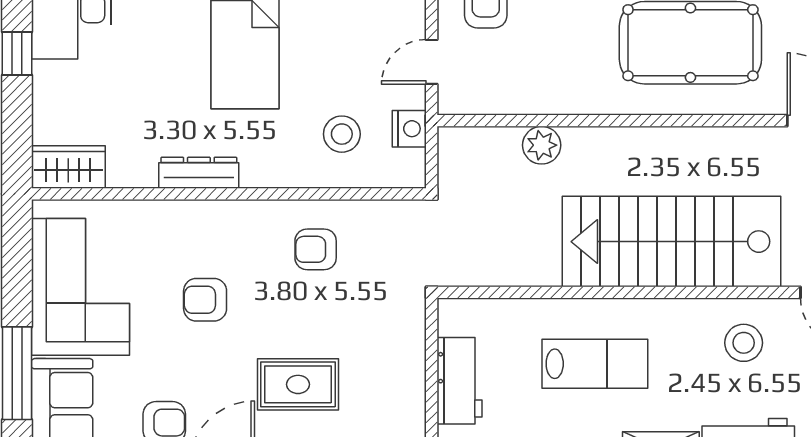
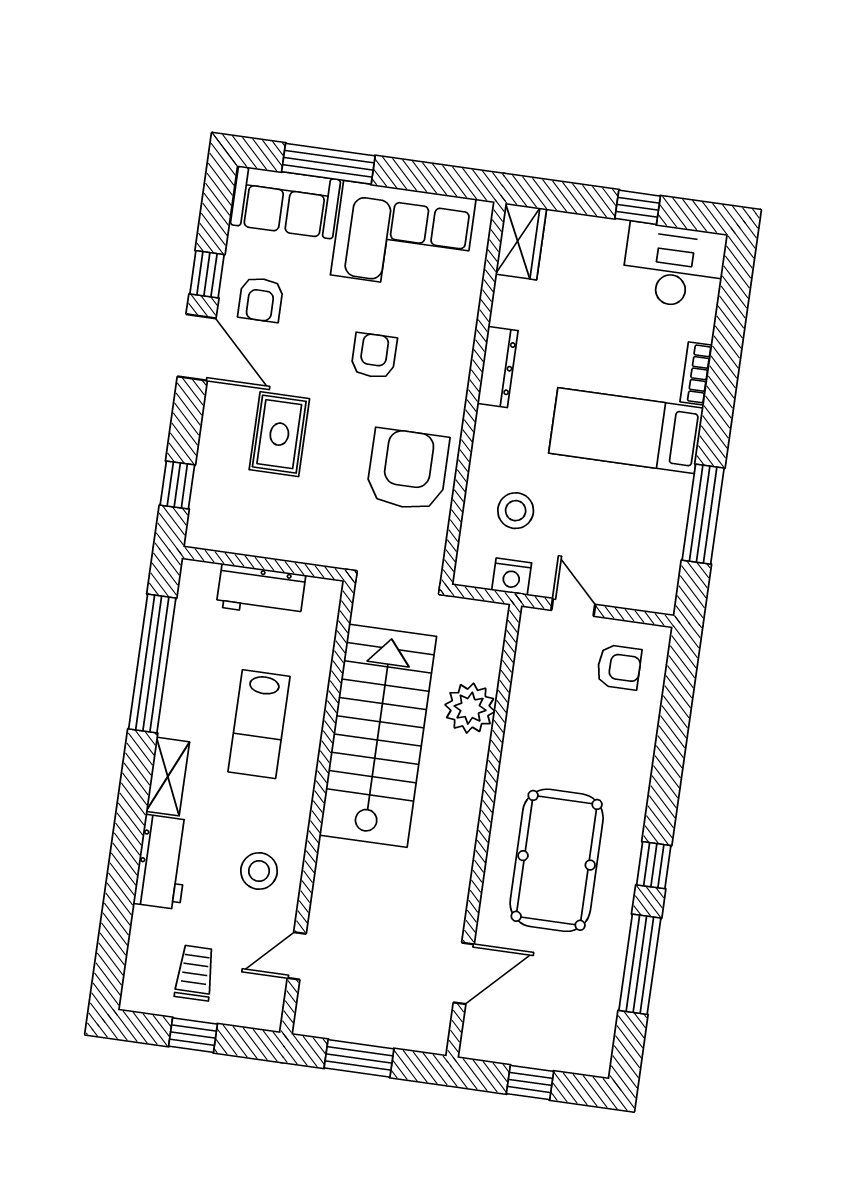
plant: (542, 145) -> (470, 708), width x1.36, depth x1.36
stairs: (671, 242) -> (378, 736), moved
armchair: (316, 249) -> (408, 470), width x1.88, depth x1.88

